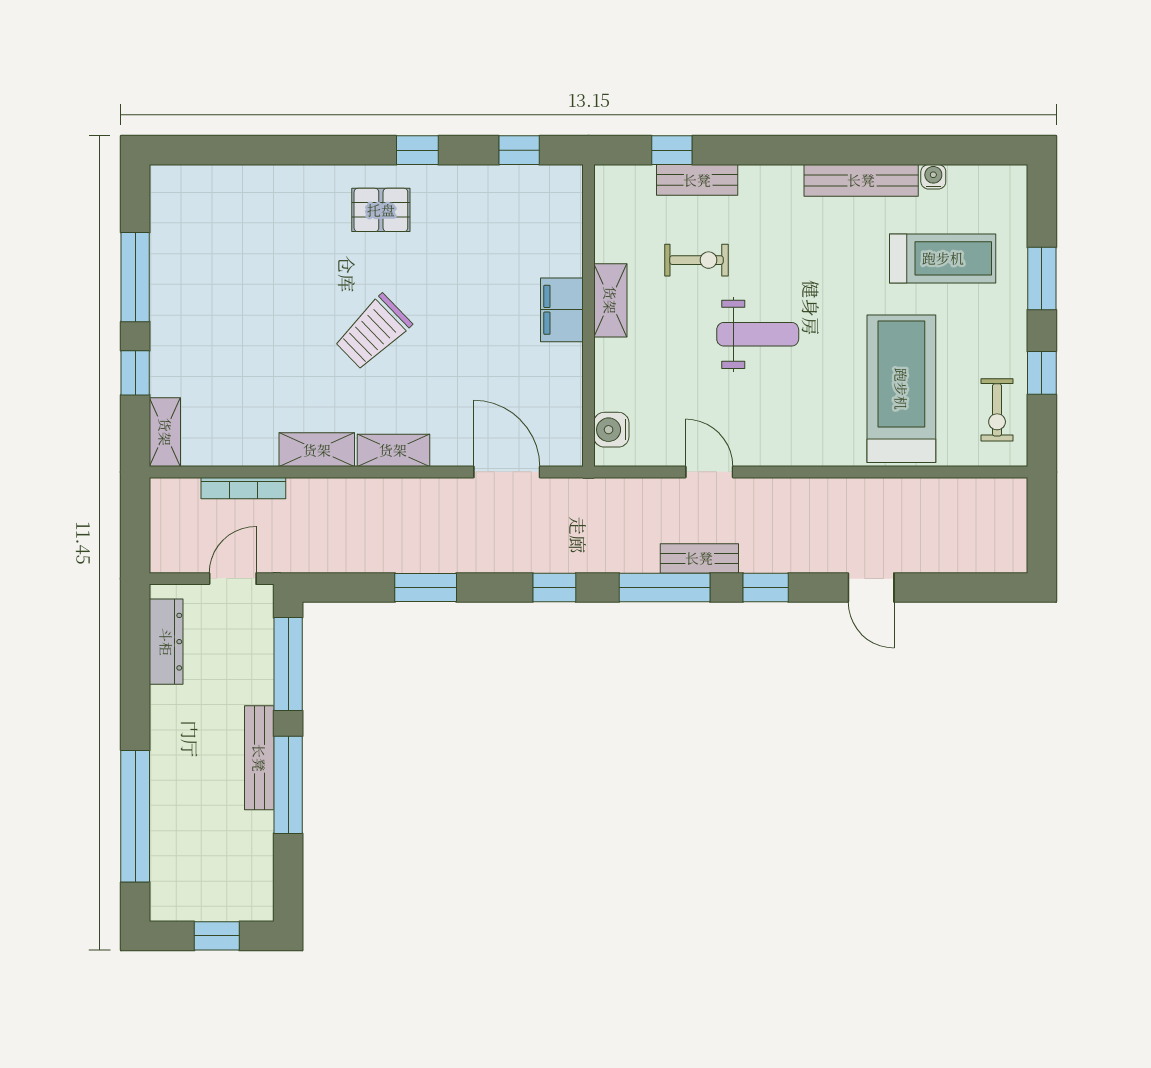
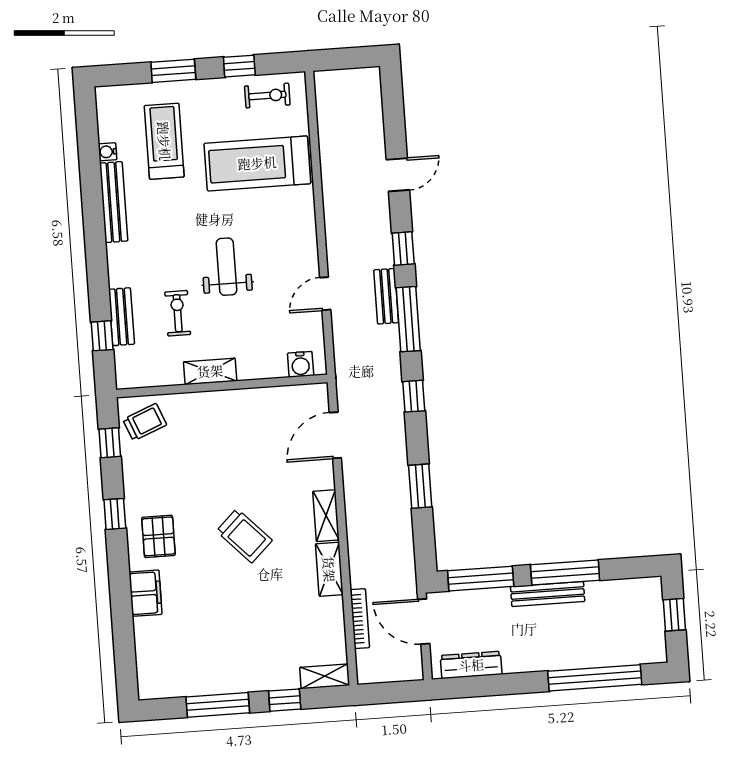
trolley: (545, 202) -> (145, 422), added
filing cabinet: (562, 310) -> (145, 593), moved, turned -90
door: (233, 579) -> (424, 621), width x1.37

